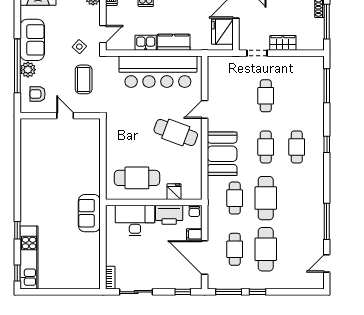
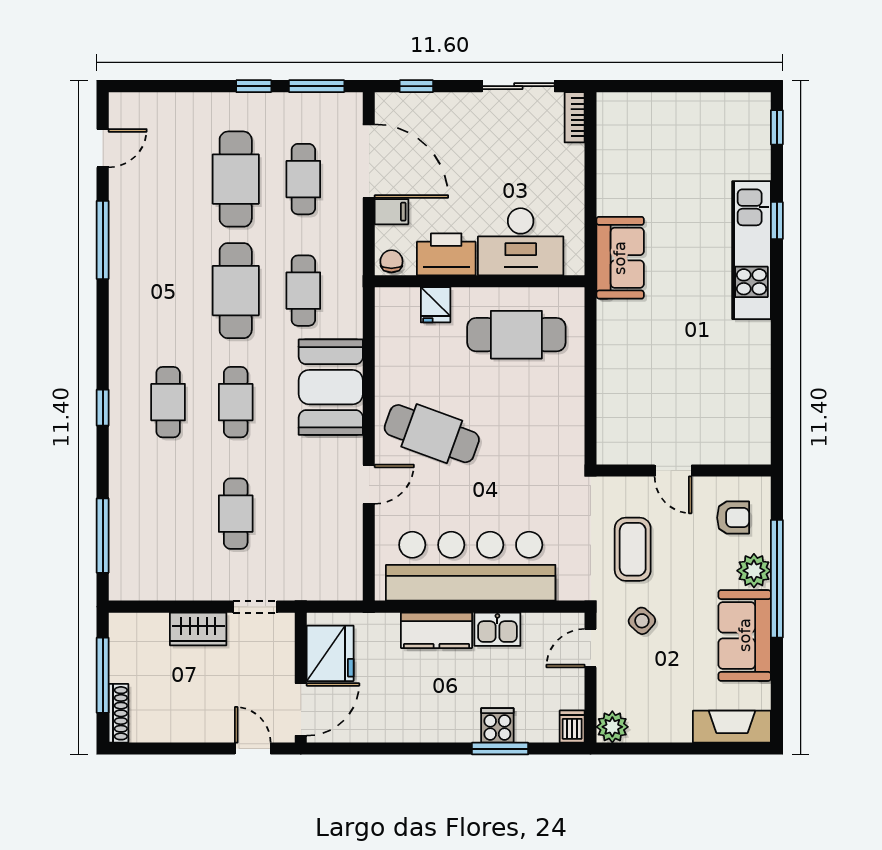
kitchen unit: (29, 258) -> (752, 250), moved

